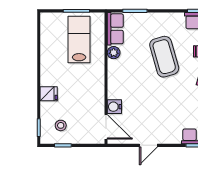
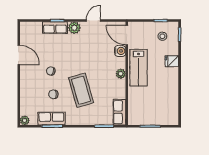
lab bench: (79, 39) -> (139, 68), moved
plant: (114, 53) -> (121, 74), moved
plant: (173, 136) -> (74, 28), added

